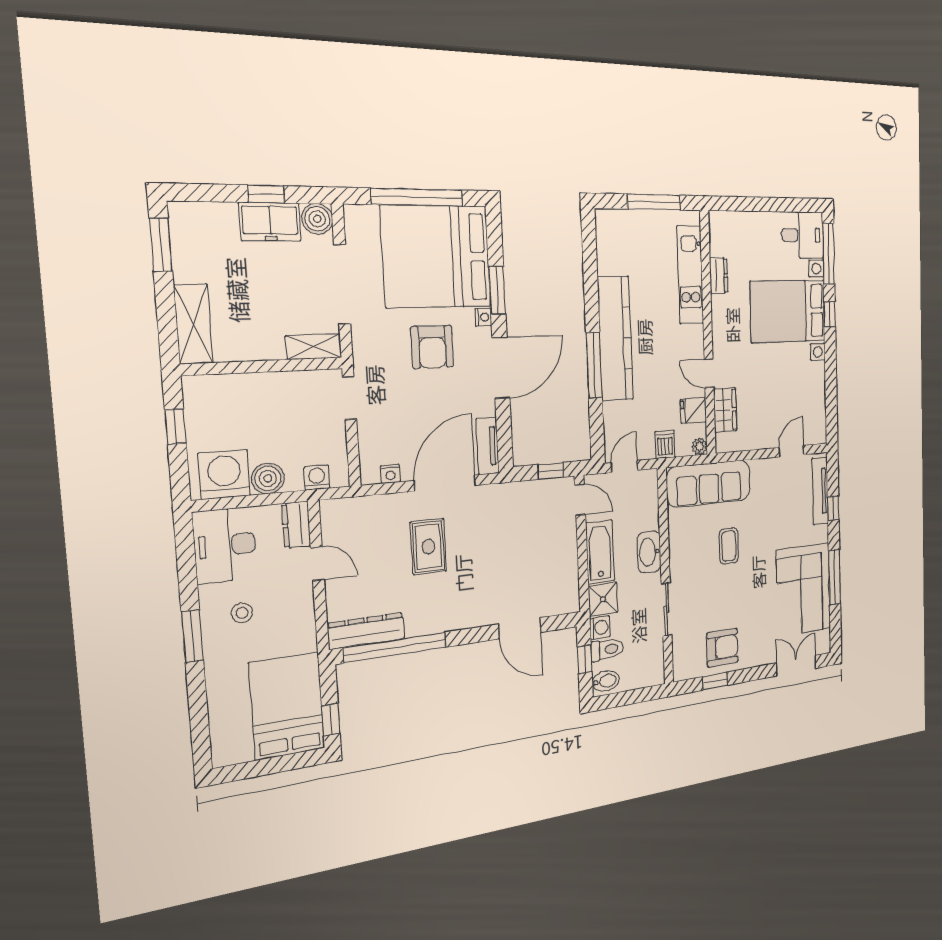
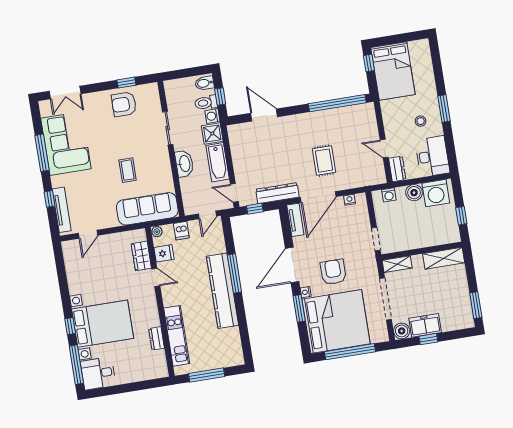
shelving: (193, 324) -> (444, 258), moved, turned 90
dresser: (366, 631) -> (277, 193), moved, turned 180

